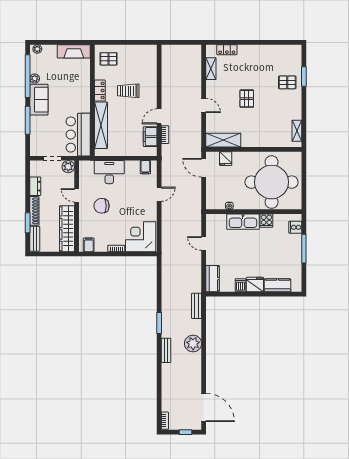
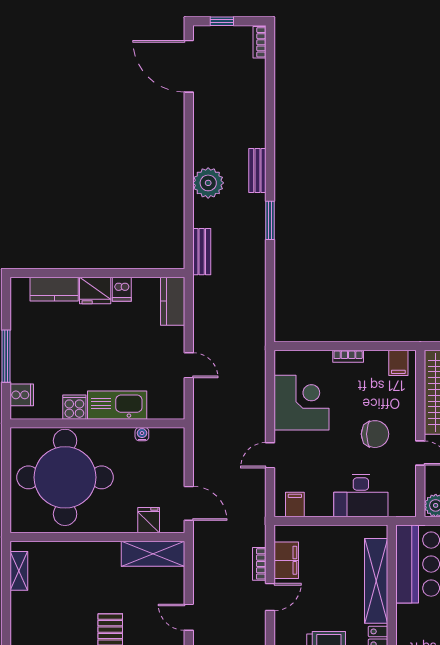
corner desk: (141, 237) -> (301, 403), moved, turned -90

